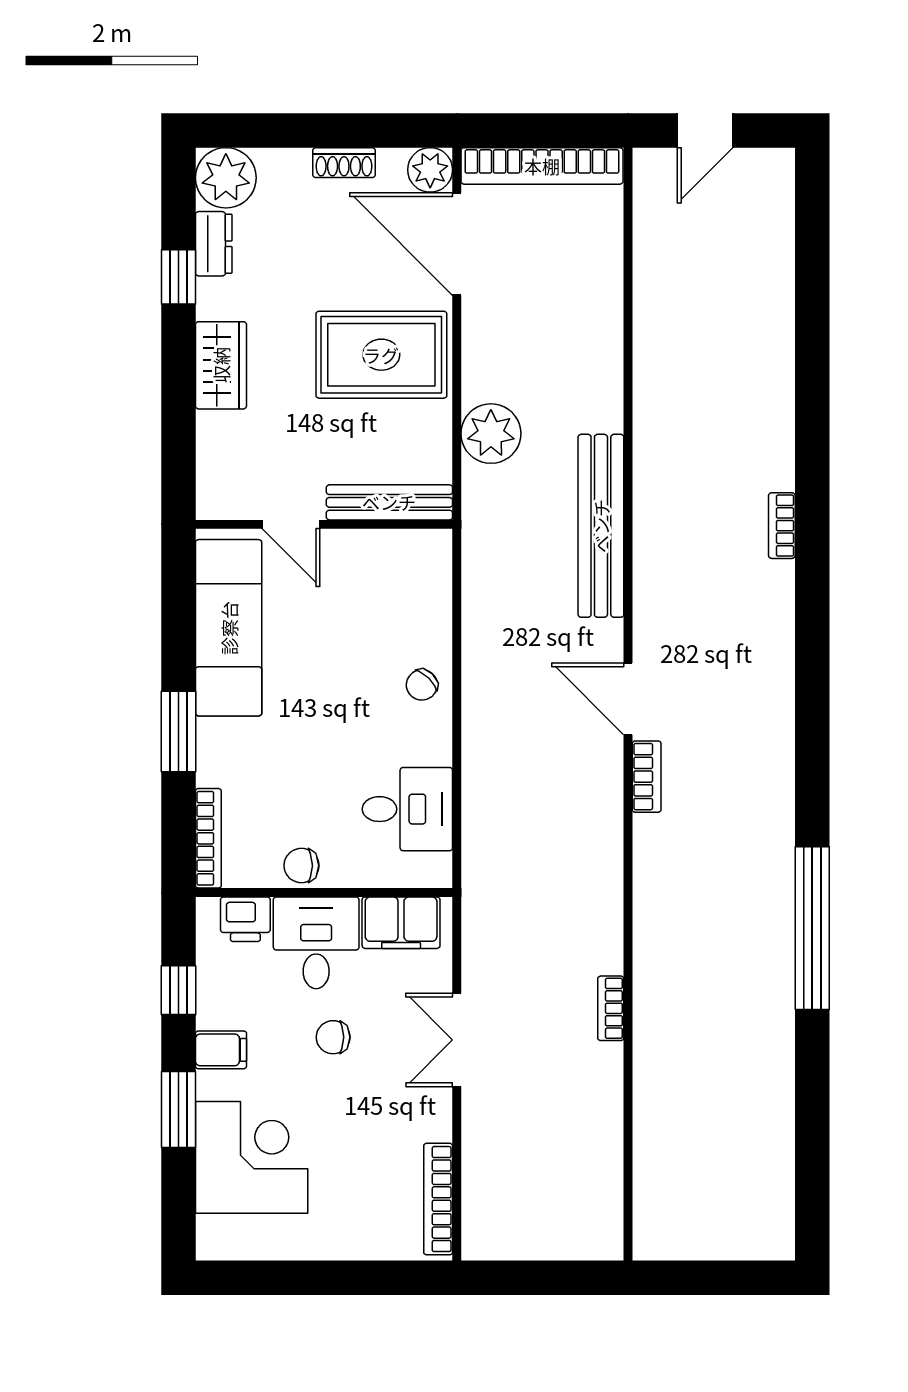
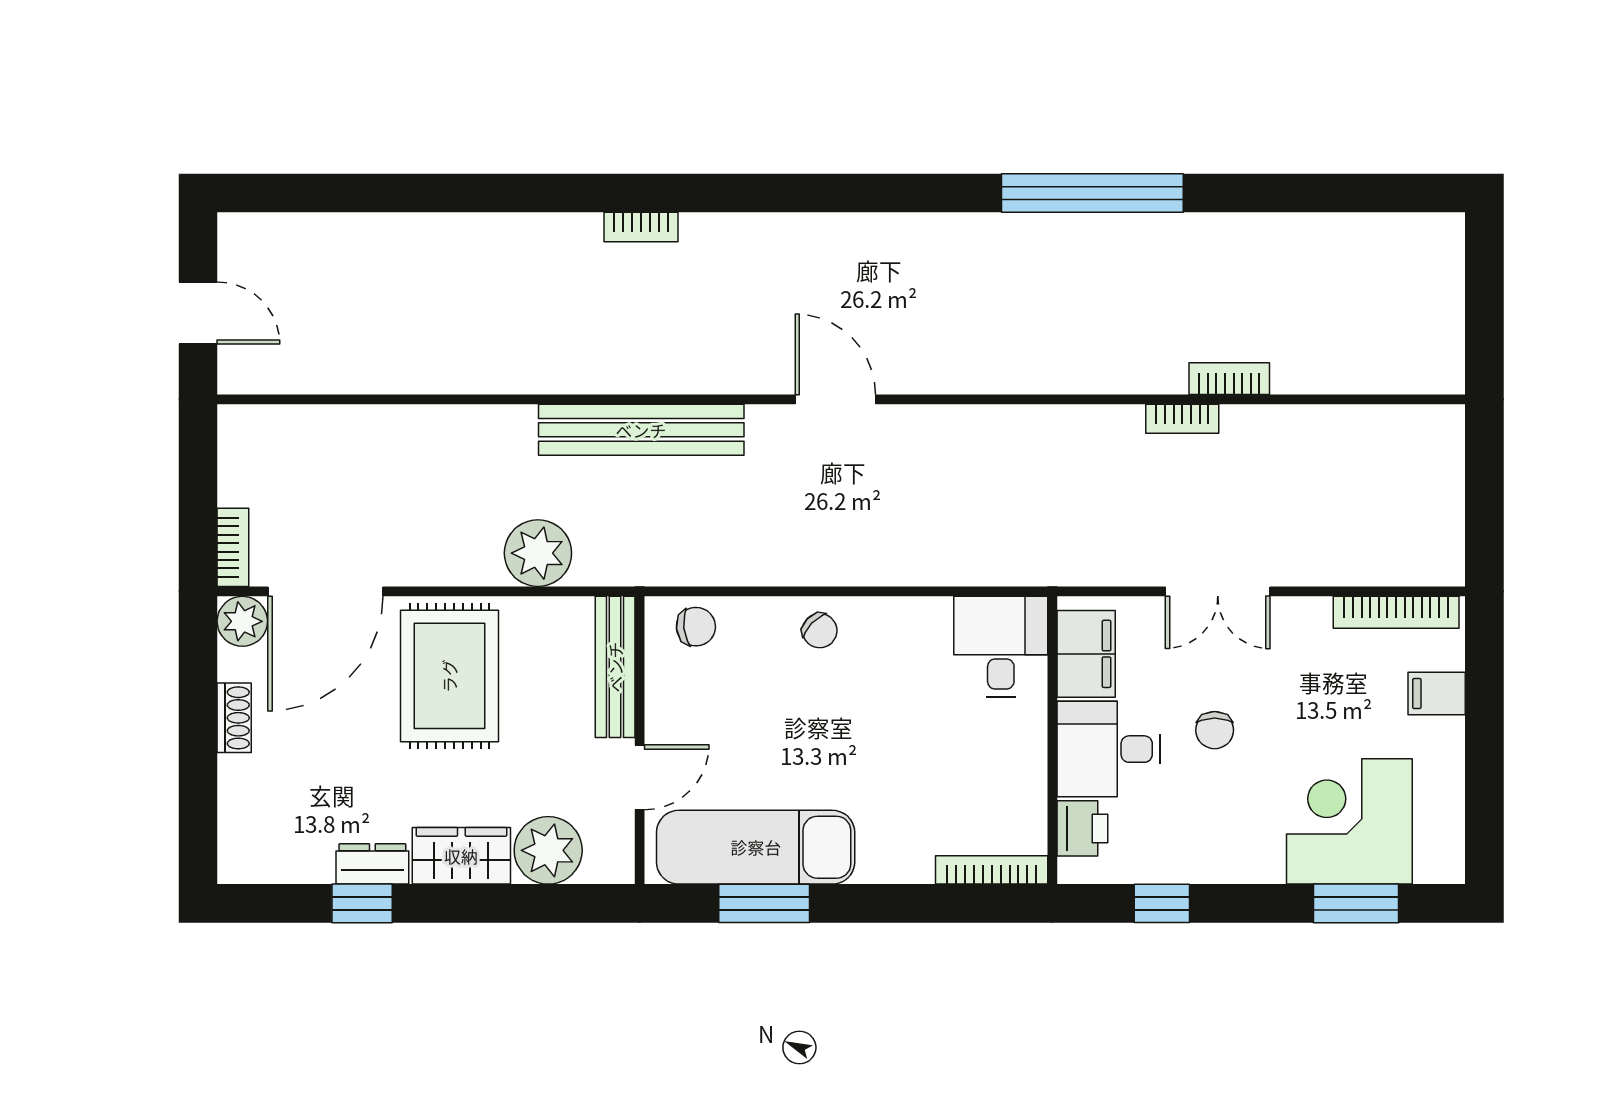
bookcase: (542, 166) -> (233, 547), width x0.43, depth x0.76
plant: (226, 178) -> (548, 850), moved
dresser: (214, 244) -> (372, 864), moved
door: (628, 699) -> (835, 399), swing flipped
window: (178, 731) -> (764, 903), moved
bookcase: (647, 777) -> (1229, 379), moved
desk: (407, 809) -> (1001, 647), moved
chair: (301, 866) -> (696, 627), moved, turned -96
filing cabinet: (221, 1050) -> (1437, 694), moved, turned -90
window: (178, 1109) -> (1356, 903), moved

